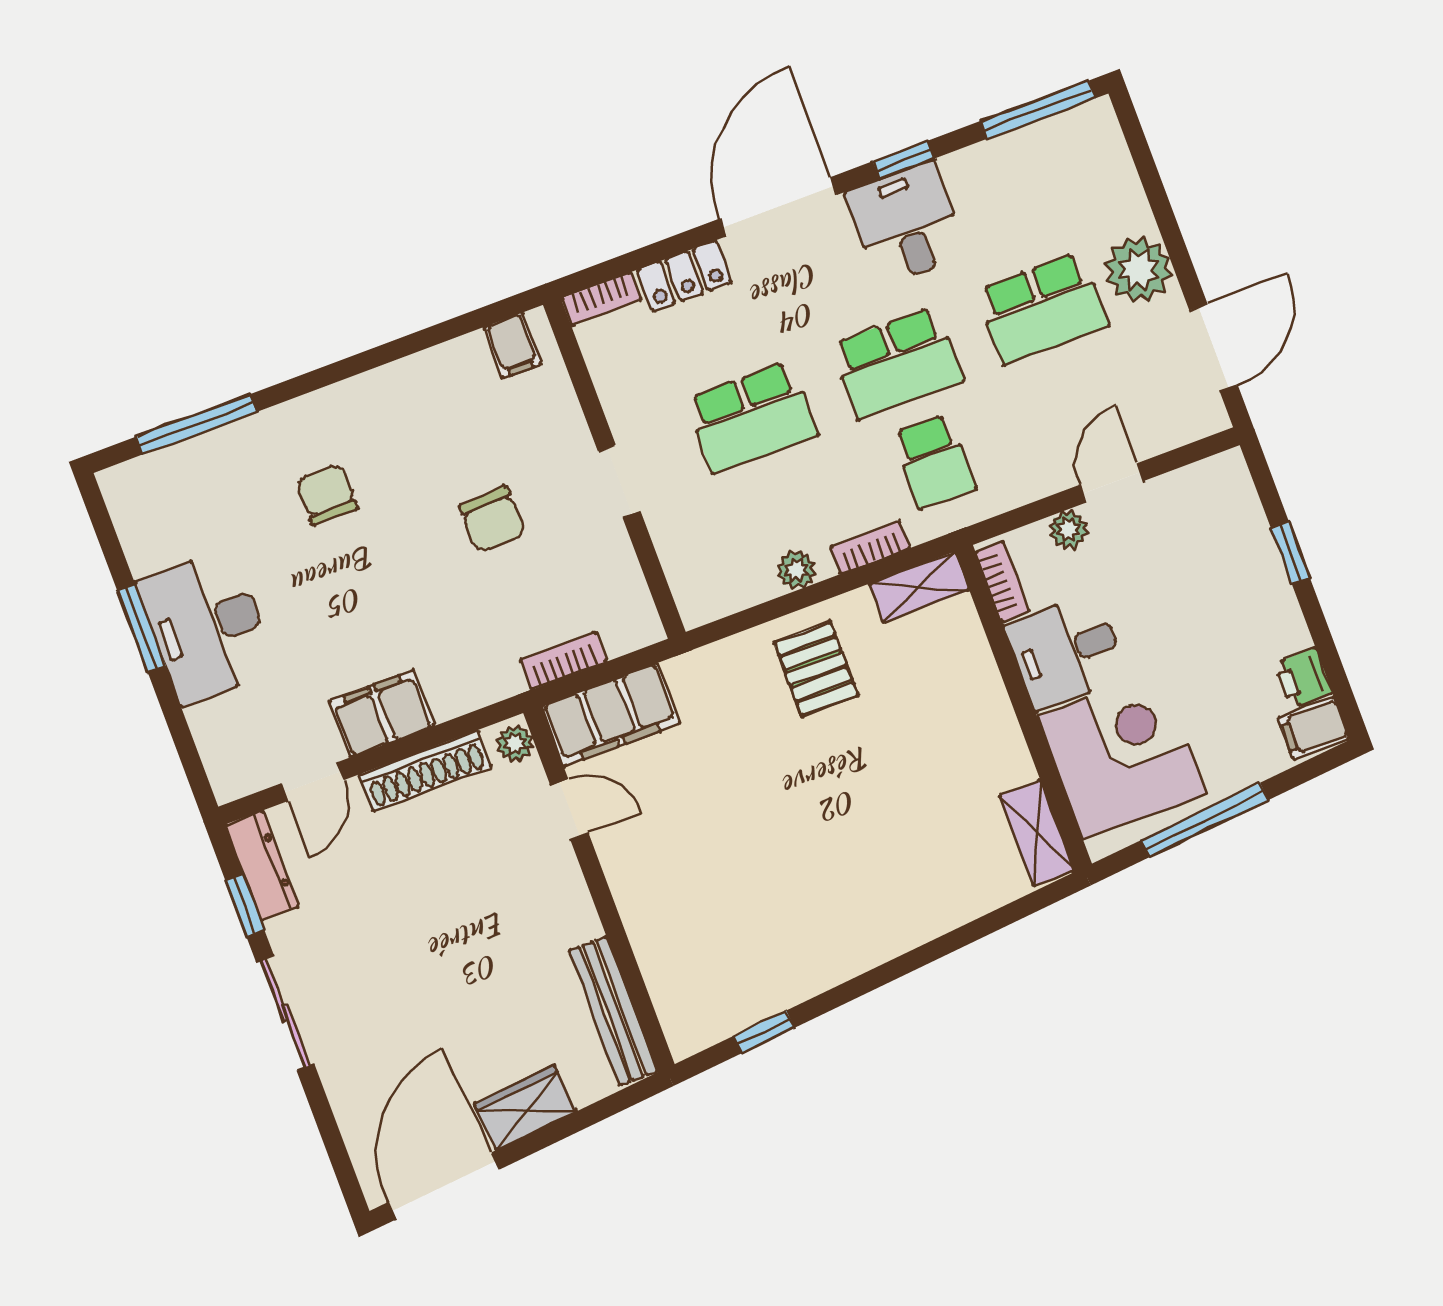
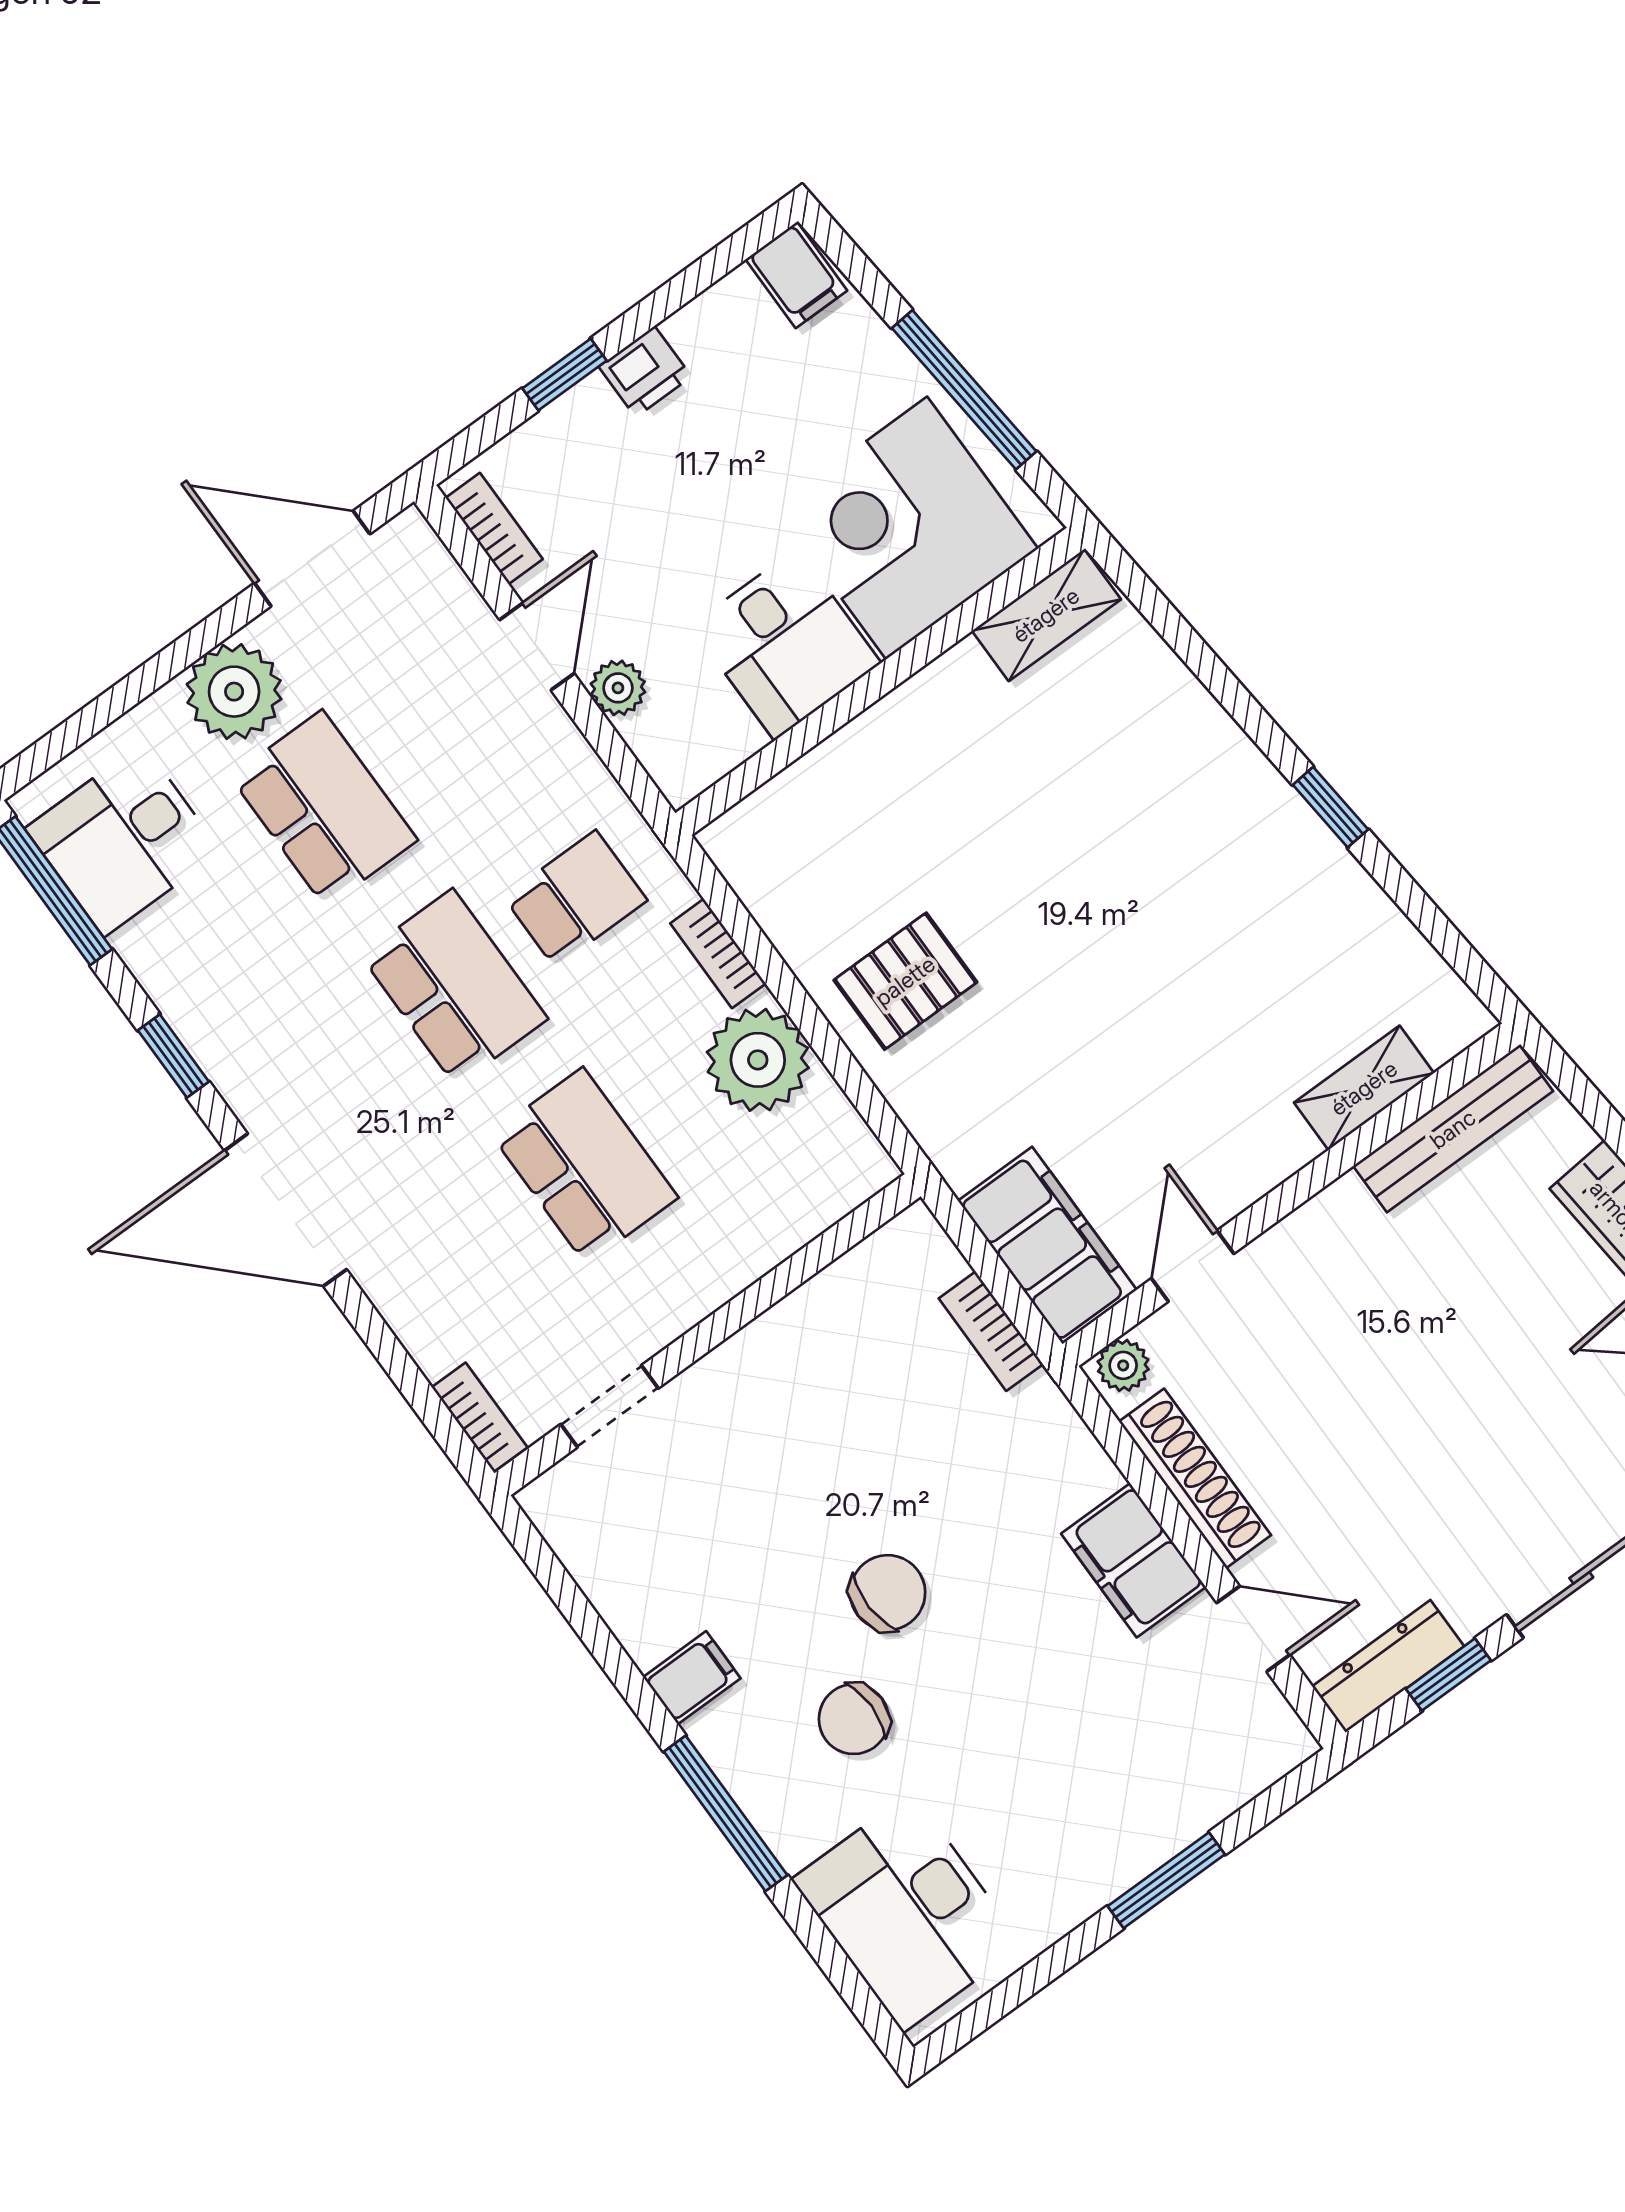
desk: (906, 224) -> (123, 840), moved
locker: (684, 276) -> (417, 1312), removed
filing cabinet: (513, 346) -> (692, 1678), moved
window: (196, 424) -> (726, 1813), moved
doorway: (619, 481) -> (609, 1406), moved
door: (1112, 483) -> (537, 647), swing flipped
chair: (492, 520) -> (888, 1593), moved
plant: (797, 570) -> (758, 1060), width x1.88, depth x1.88
bookcase: (1002, 582) -> (494, 528), moved, turned 90
shelving: (919, 587) -> (1364, 1088), moved, turned 90
desk: (207, 626) -> (907, 1912), moved, turned 90
window: (141, 628) -> (1166, 1880), moved
printer: (1303, 678) -> (645, 372), moved
window: (764, 1032) -> (1330, 807), moved

